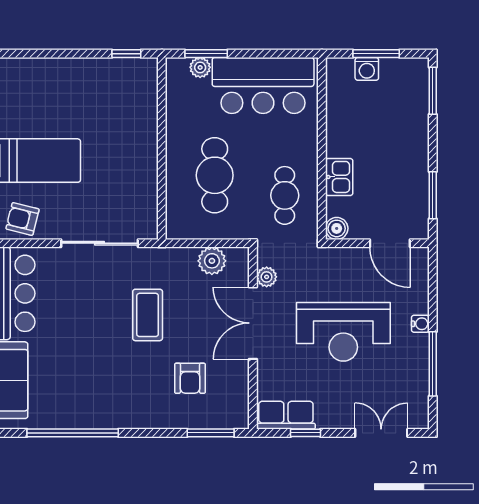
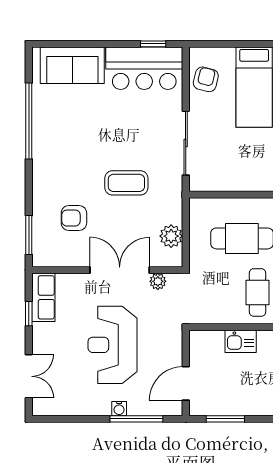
cafe table: (285, 195) -> (257, 292), moved, turned 90
boiler: (337, 228) -> (198, 339), removed
window: (433, 364) -> (136, 419), moved

